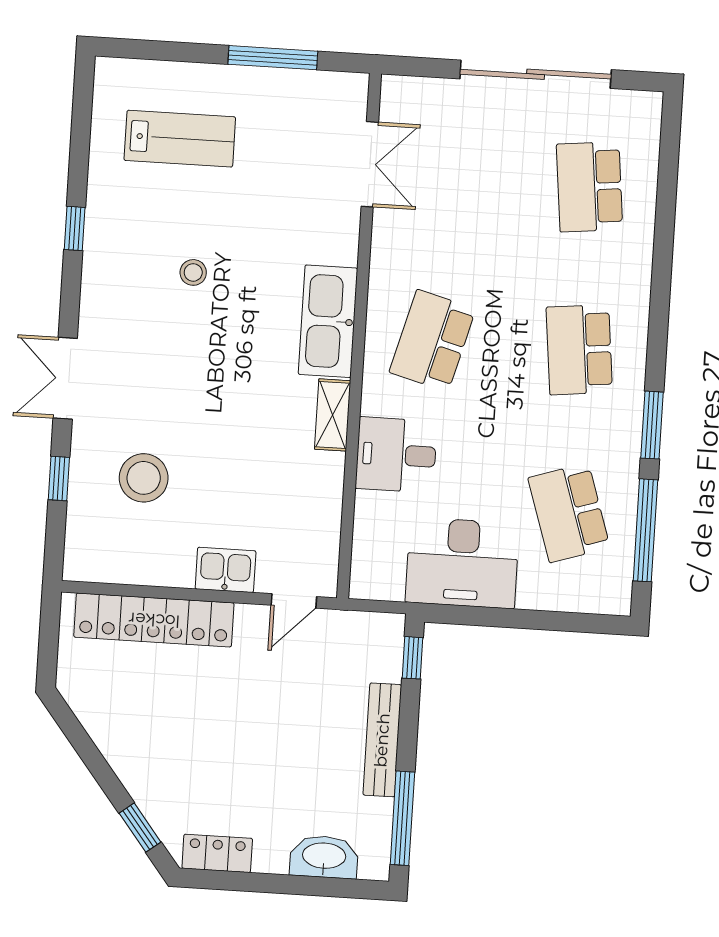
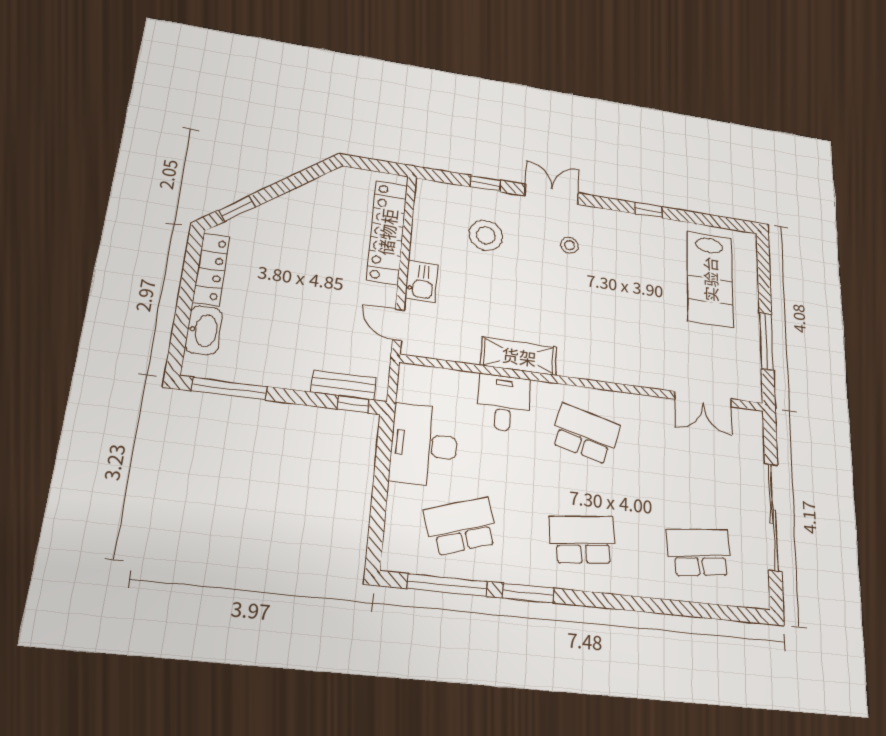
lab bench: (180, 139) -> (710, 279), width x1.36, depth x1.39
stool: (193, 272) -> (569, 245), moved
kitchen sink: (328, 321) -> (596, 363), removed
shelving: (333, 415) -> (519, 356), width x1.50, depth x1.33
bench: (382, 740) -> (344, 385), moved, width x0.73
locker: (217, 853) -> (211, 269), width x1.53

